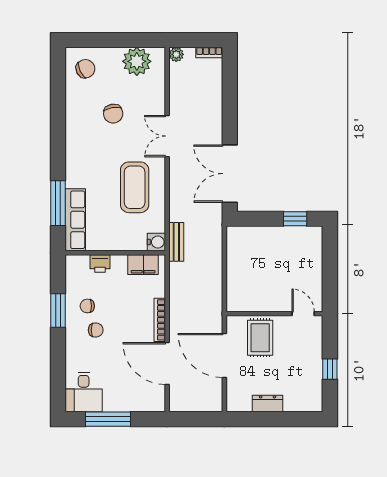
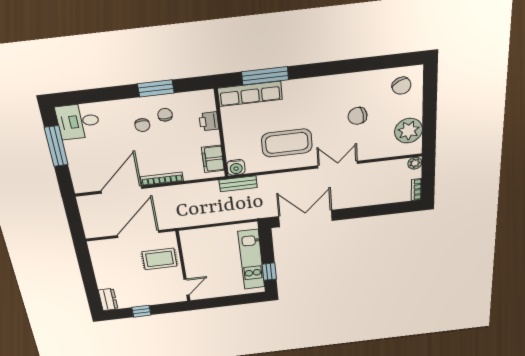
kitchen unit: (276, 237) -> (251, 260), added
dresser: (268, 403) -> (108, 300), moved

